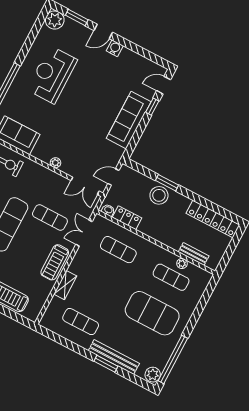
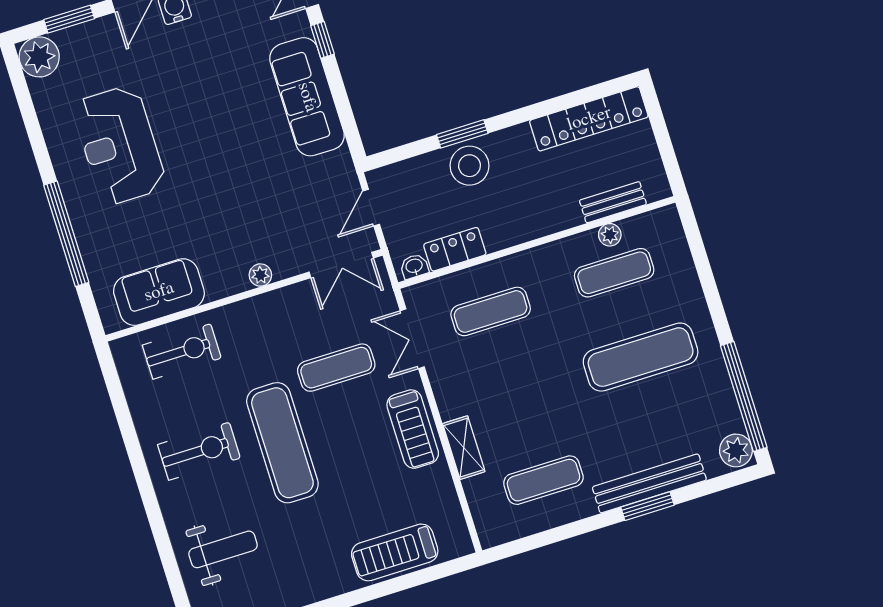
exercise mat: (152, 313) -> (641, 357), width x0.68

